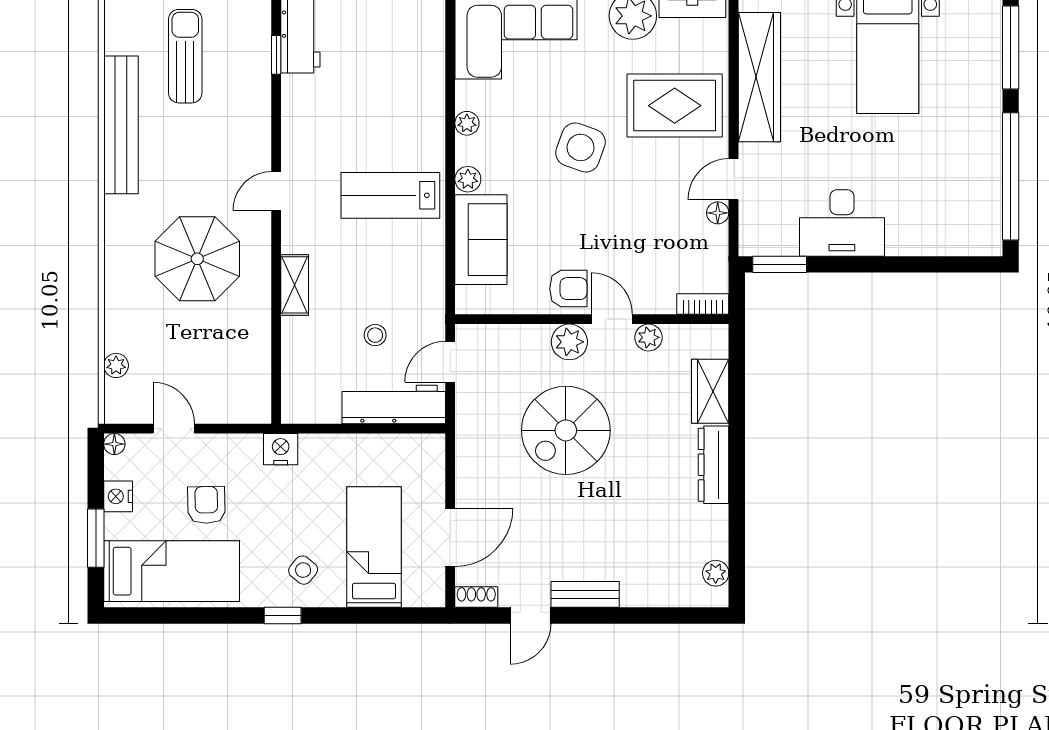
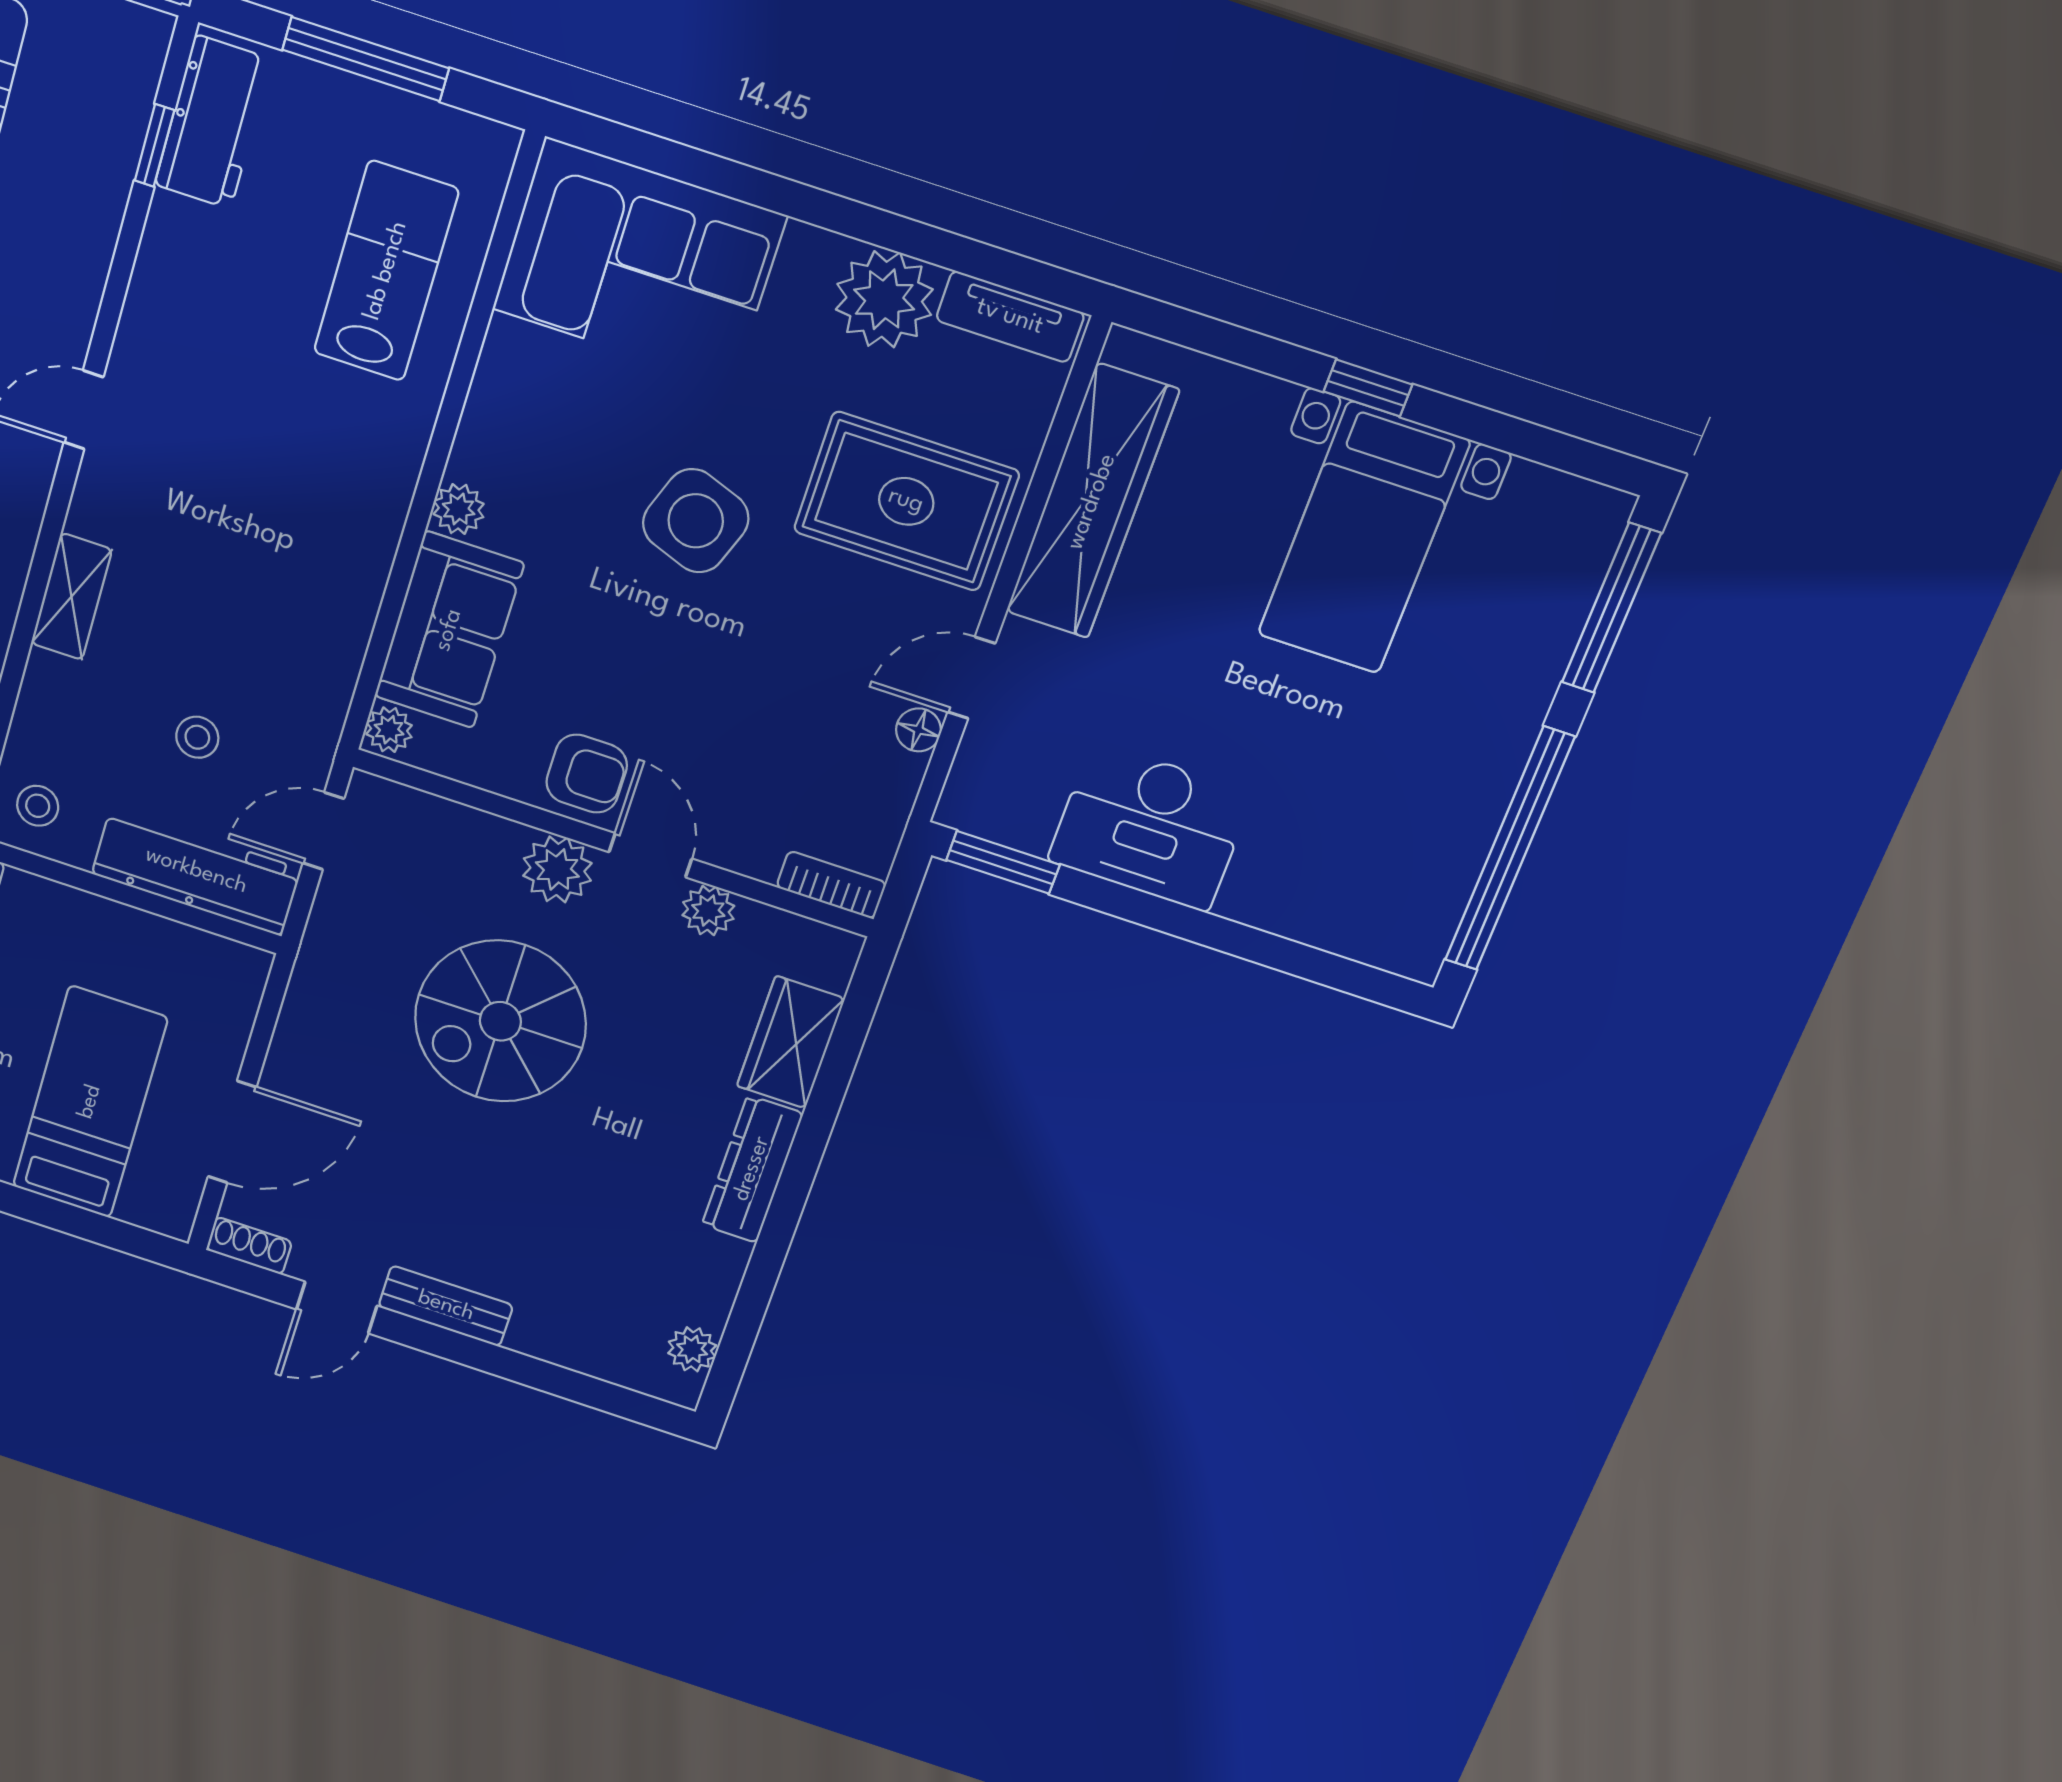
plant: (467, 123) -> (389, 730), moved
lab bench: (390, 195) -> (386, 271), moved, turned 90
stool: (306, 398) -> (38, 806), added

